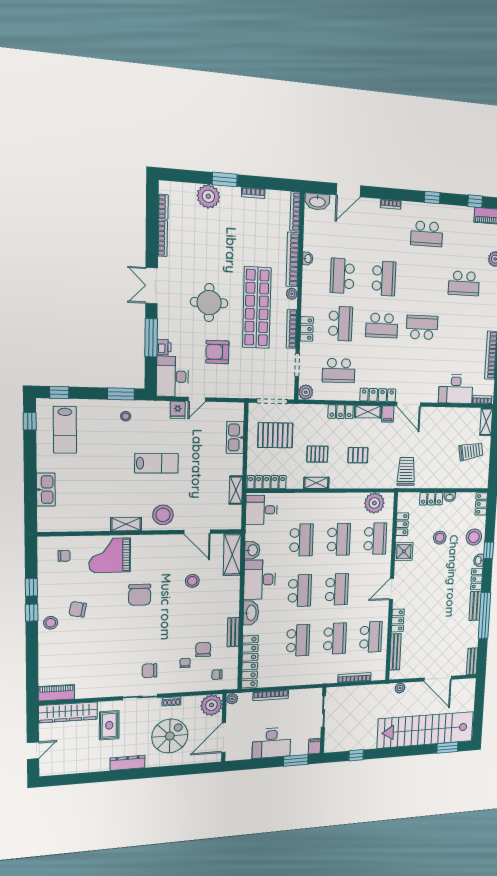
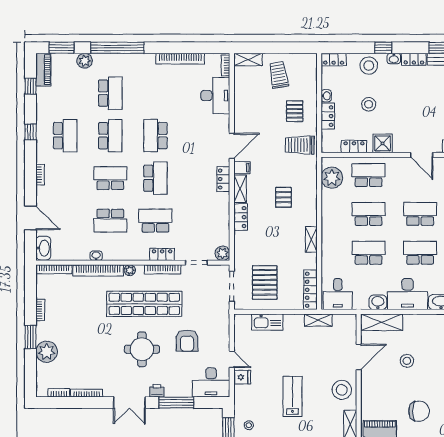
printer: (164, 347) -> (157, 391), moved
school desk: (339, 371) -> (110, 136), moved
locker: (378, 395) -> (223, 179), width x0.66
pallet: (317, 454) -> (295, 111), moved

